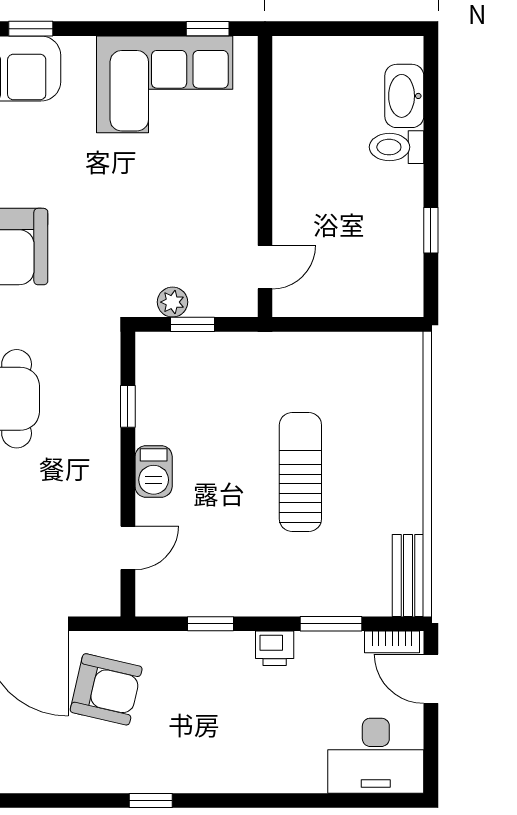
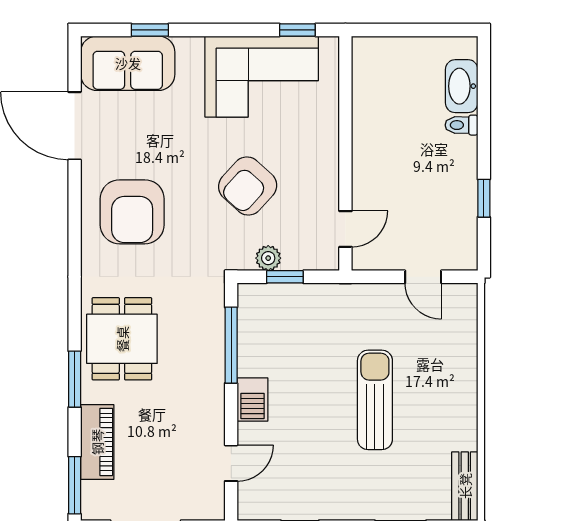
toilet: (397, 147) -> (461, 125), width x0.73, depth x0.72
armchair: (148, 216) -> (248, 186), added
door: (358, 324) -> (423, 277), added
window: (128, 406) -> (231, 345), width x2.17

